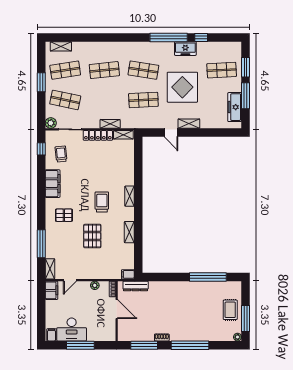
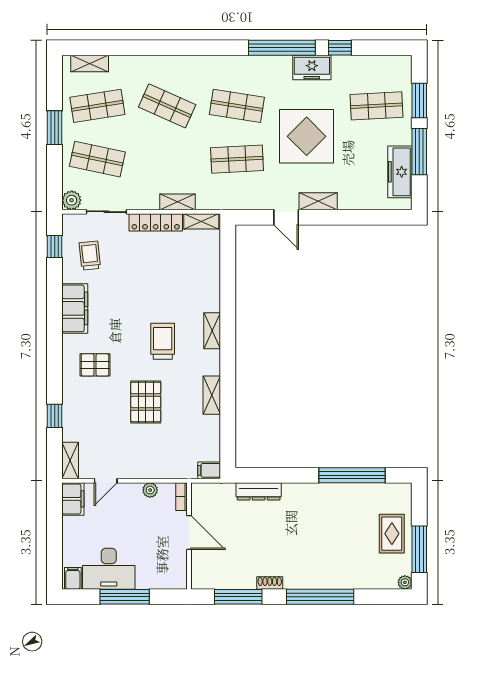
shop shelf: (104, 70) -> (167, 106), turned 30
window: (41, 244) -> (55, 416), width x0.46
dresser: (136, 286) -> (259, 491), moved

